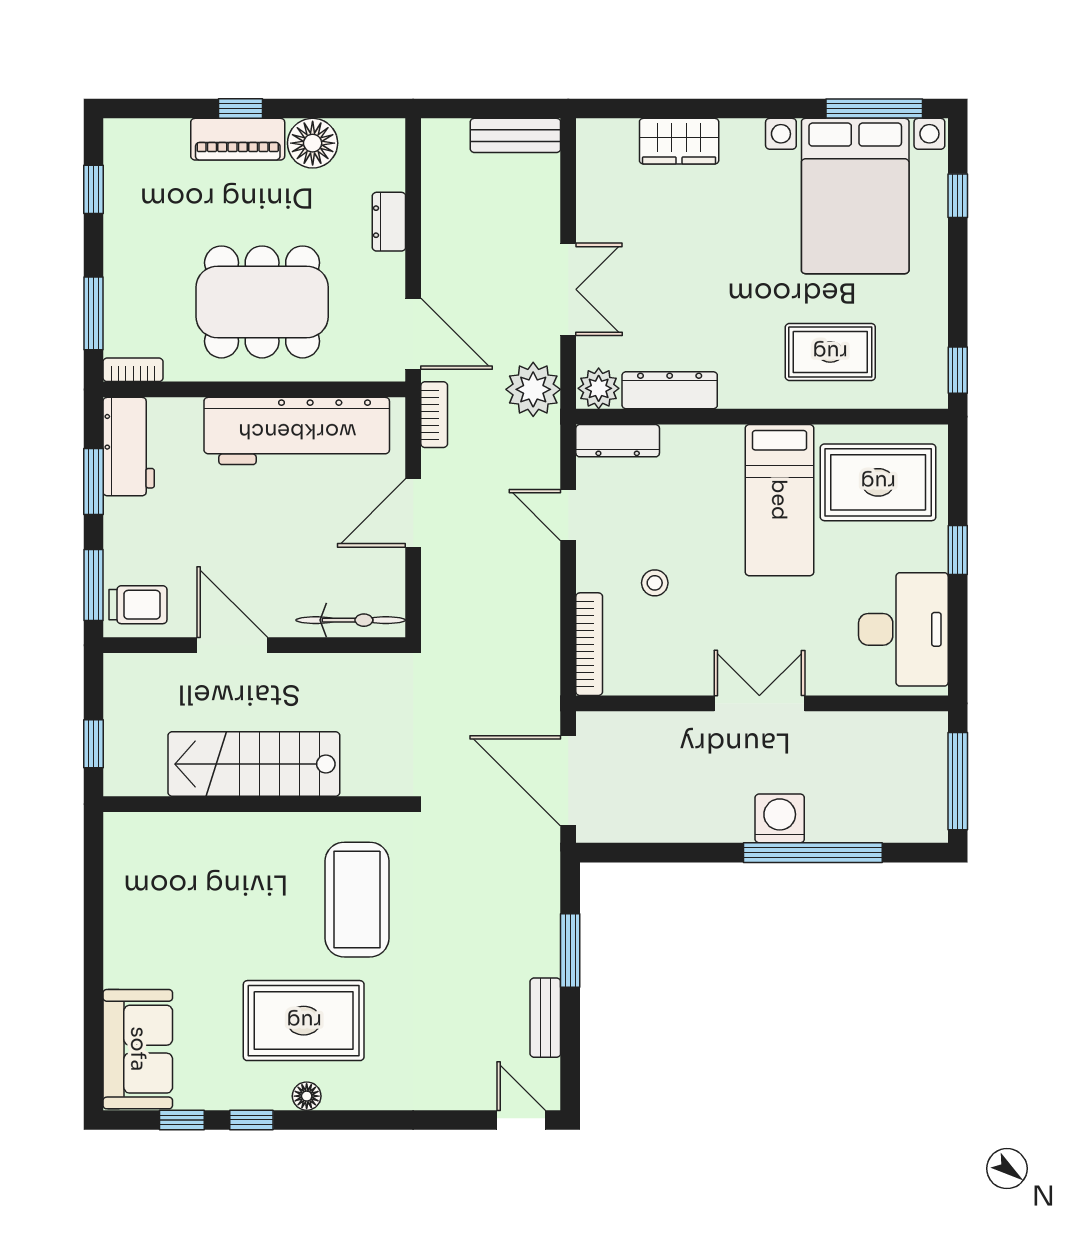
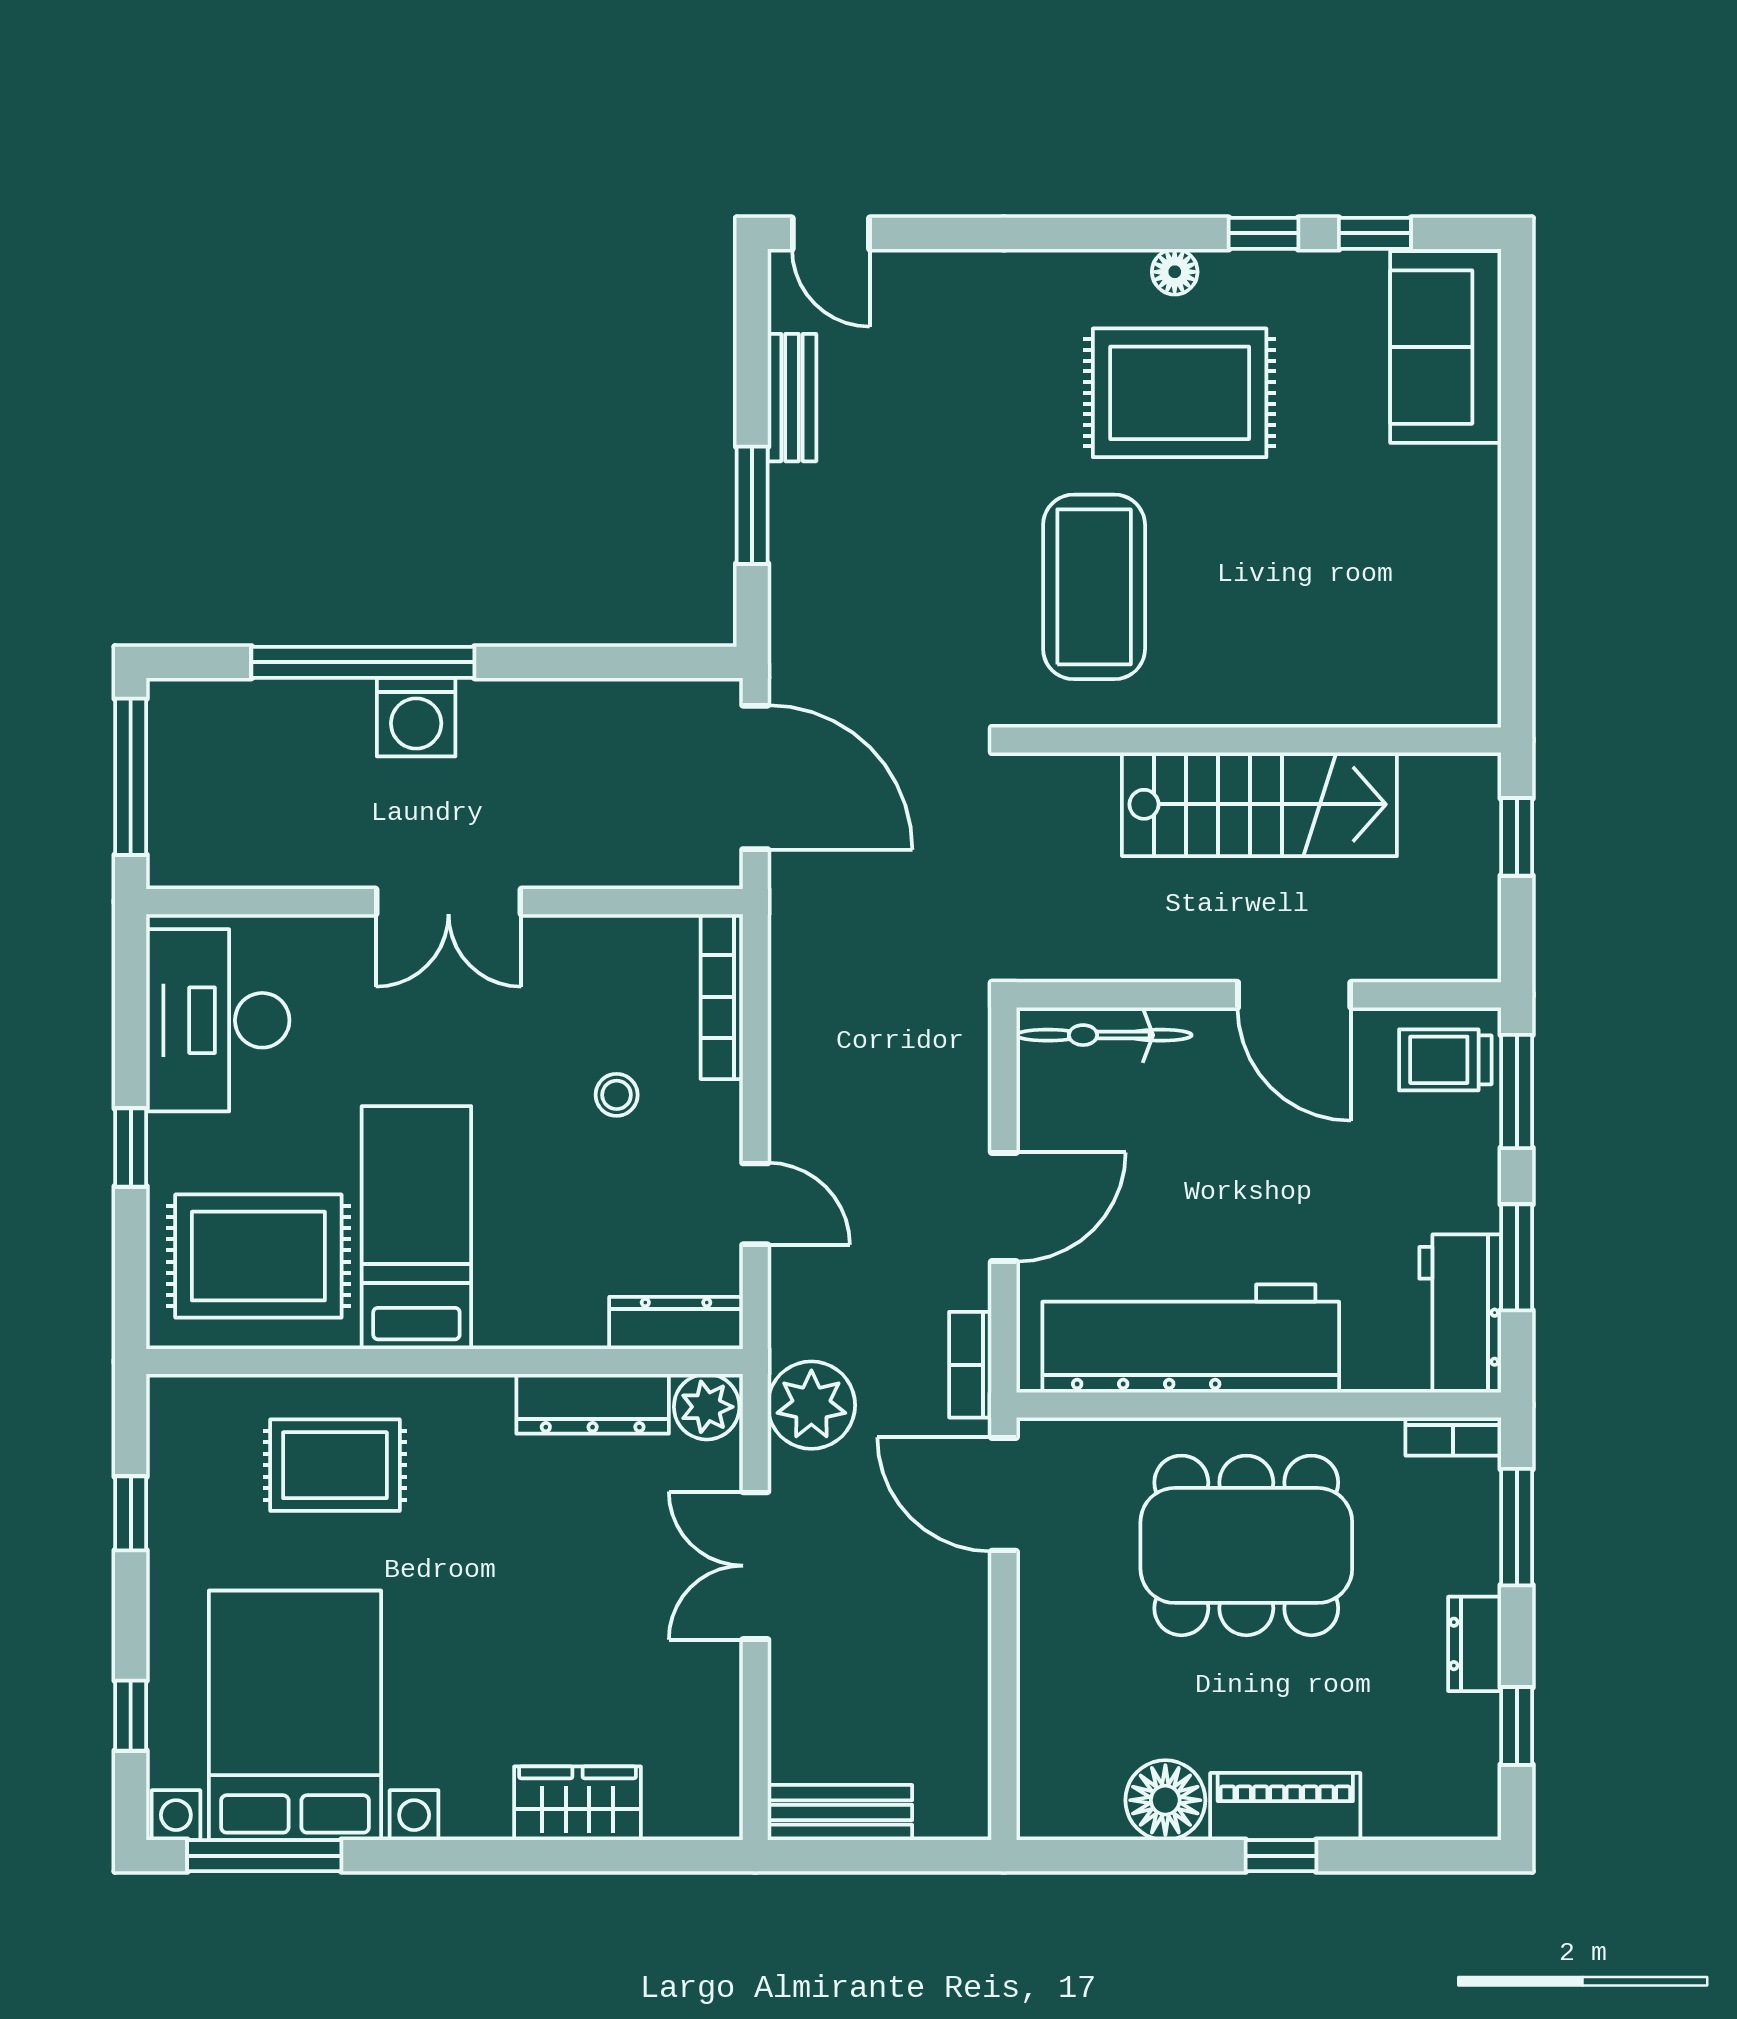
dresser: (389, 222) -> (1475, 1644), moved, turned 180
window: (958, 370) -> (131, 1513), moved

